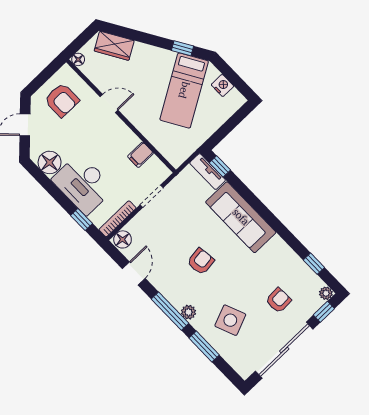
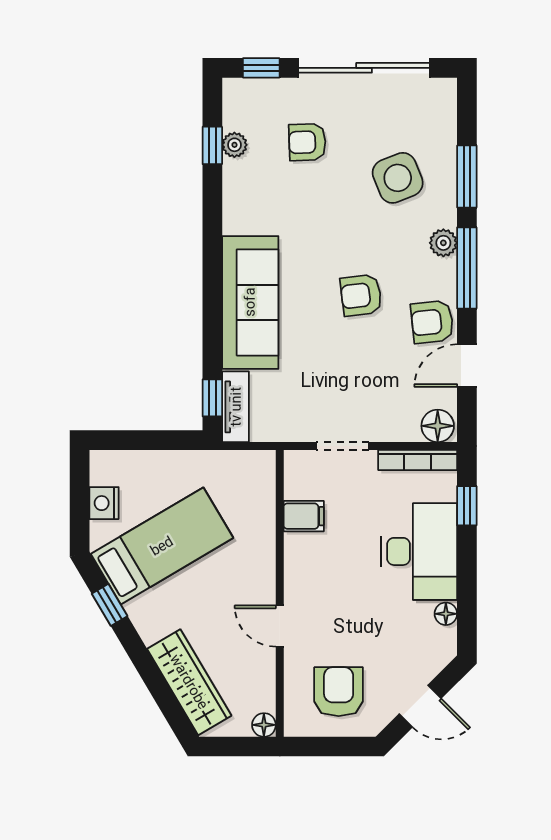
wardrobe: (114, 46) -> (189, 682), width x1.50
floor lamp: (50, 162) -> (446, 614), width x0.53, depth x0.53
armchair: (163, 277) -> (432, 322), added
plant: (326, 293) -> (234, 145), moved

